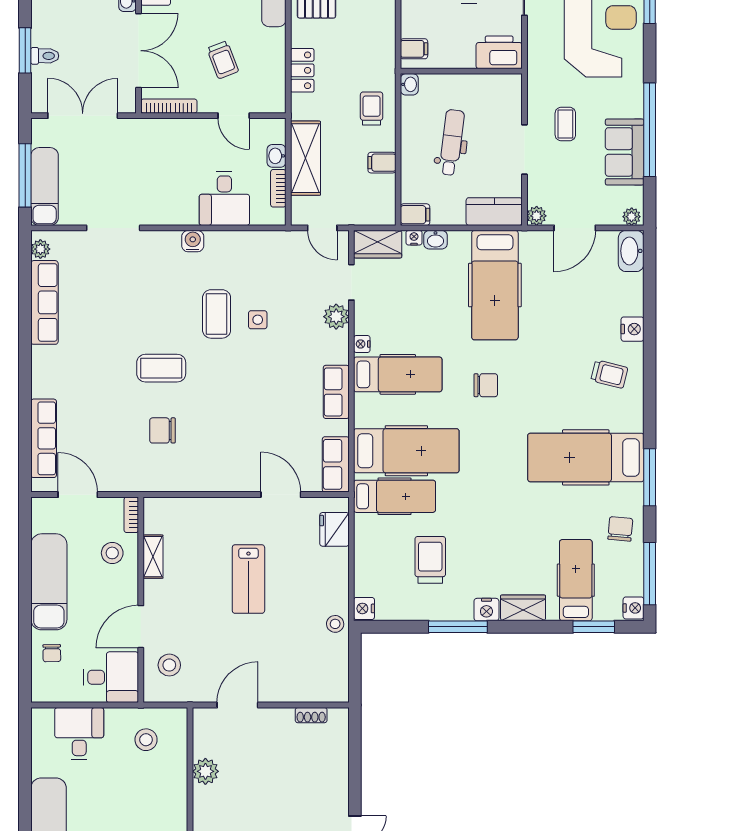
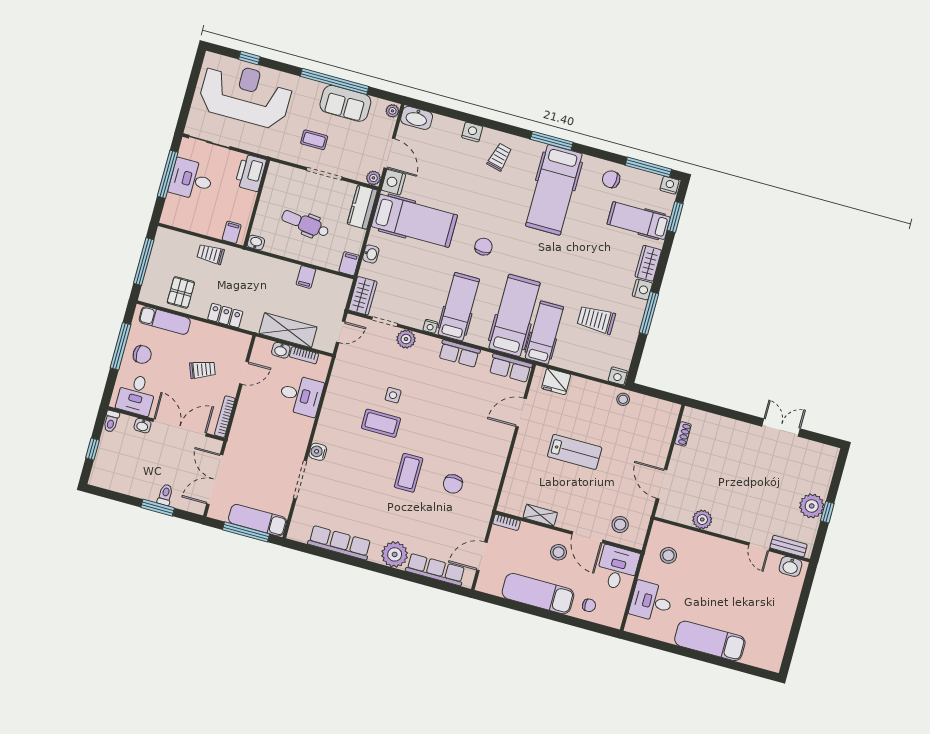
trolley: (372, 108) -> (211, 254), moved
nightstand: (414, 238) -> (393, 182), moved, width x1.89, depth x1.79
water cooler: (193, 241) -> (318, 452), moved
plant: (40, 249) -> (395, 554), moved, width x1.87, depth x1.87
window: (650, 477) -> (552, 141), moved
stool: (112, 553) -> (559, 552), moved

